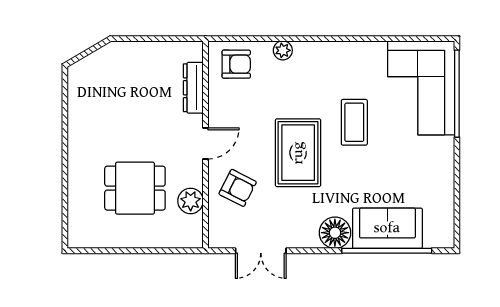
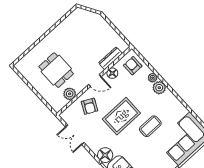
plant: (307, 54) -> (159, 88), added
armchair: (236, 64) -> (133, 66), turned 180
floor lamp: (219, 106) -> (112, 73), added

